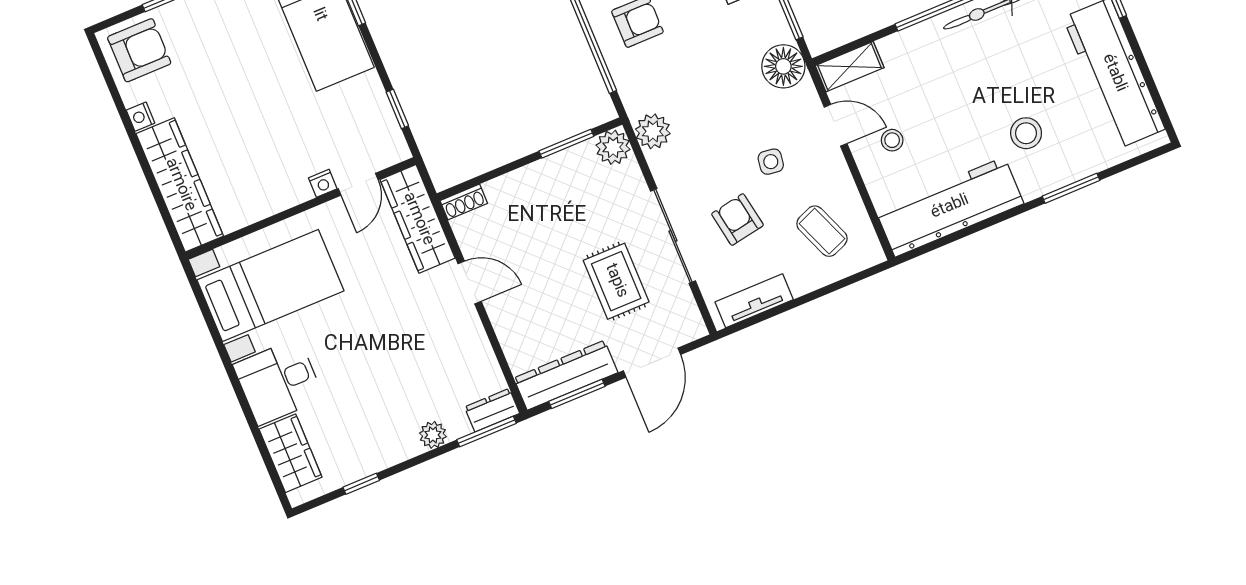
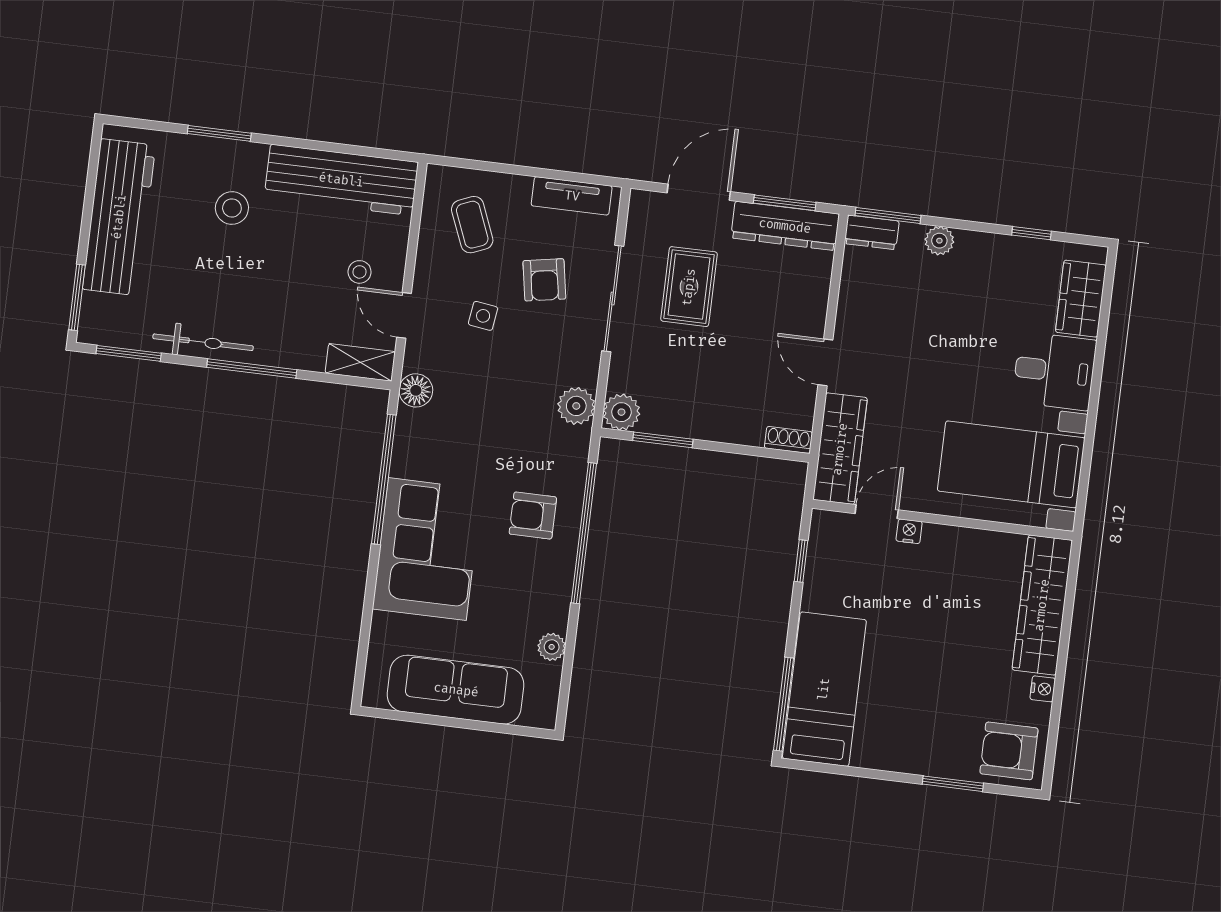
floor lamp: (783, 66) -> (416, 390), width x0.73, depth x0.73

